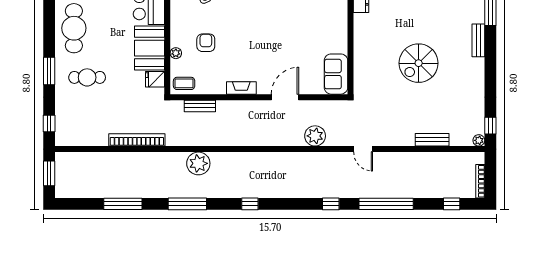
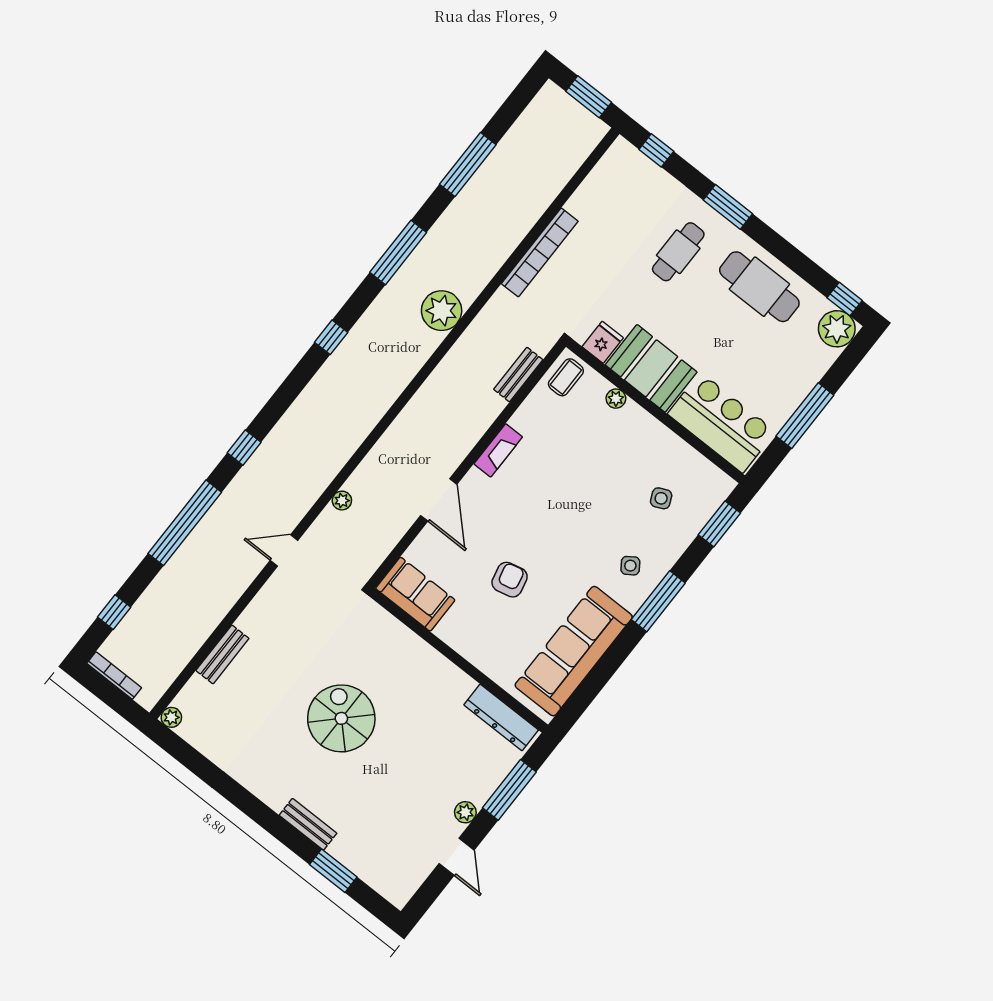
armchair: (206, 43) -> (510, 580), moved, turned -103
window: (490, 126) -> (179, 749), removed
plant: (315, 136) -> (342, 501), width x0.53, depth x0.53

